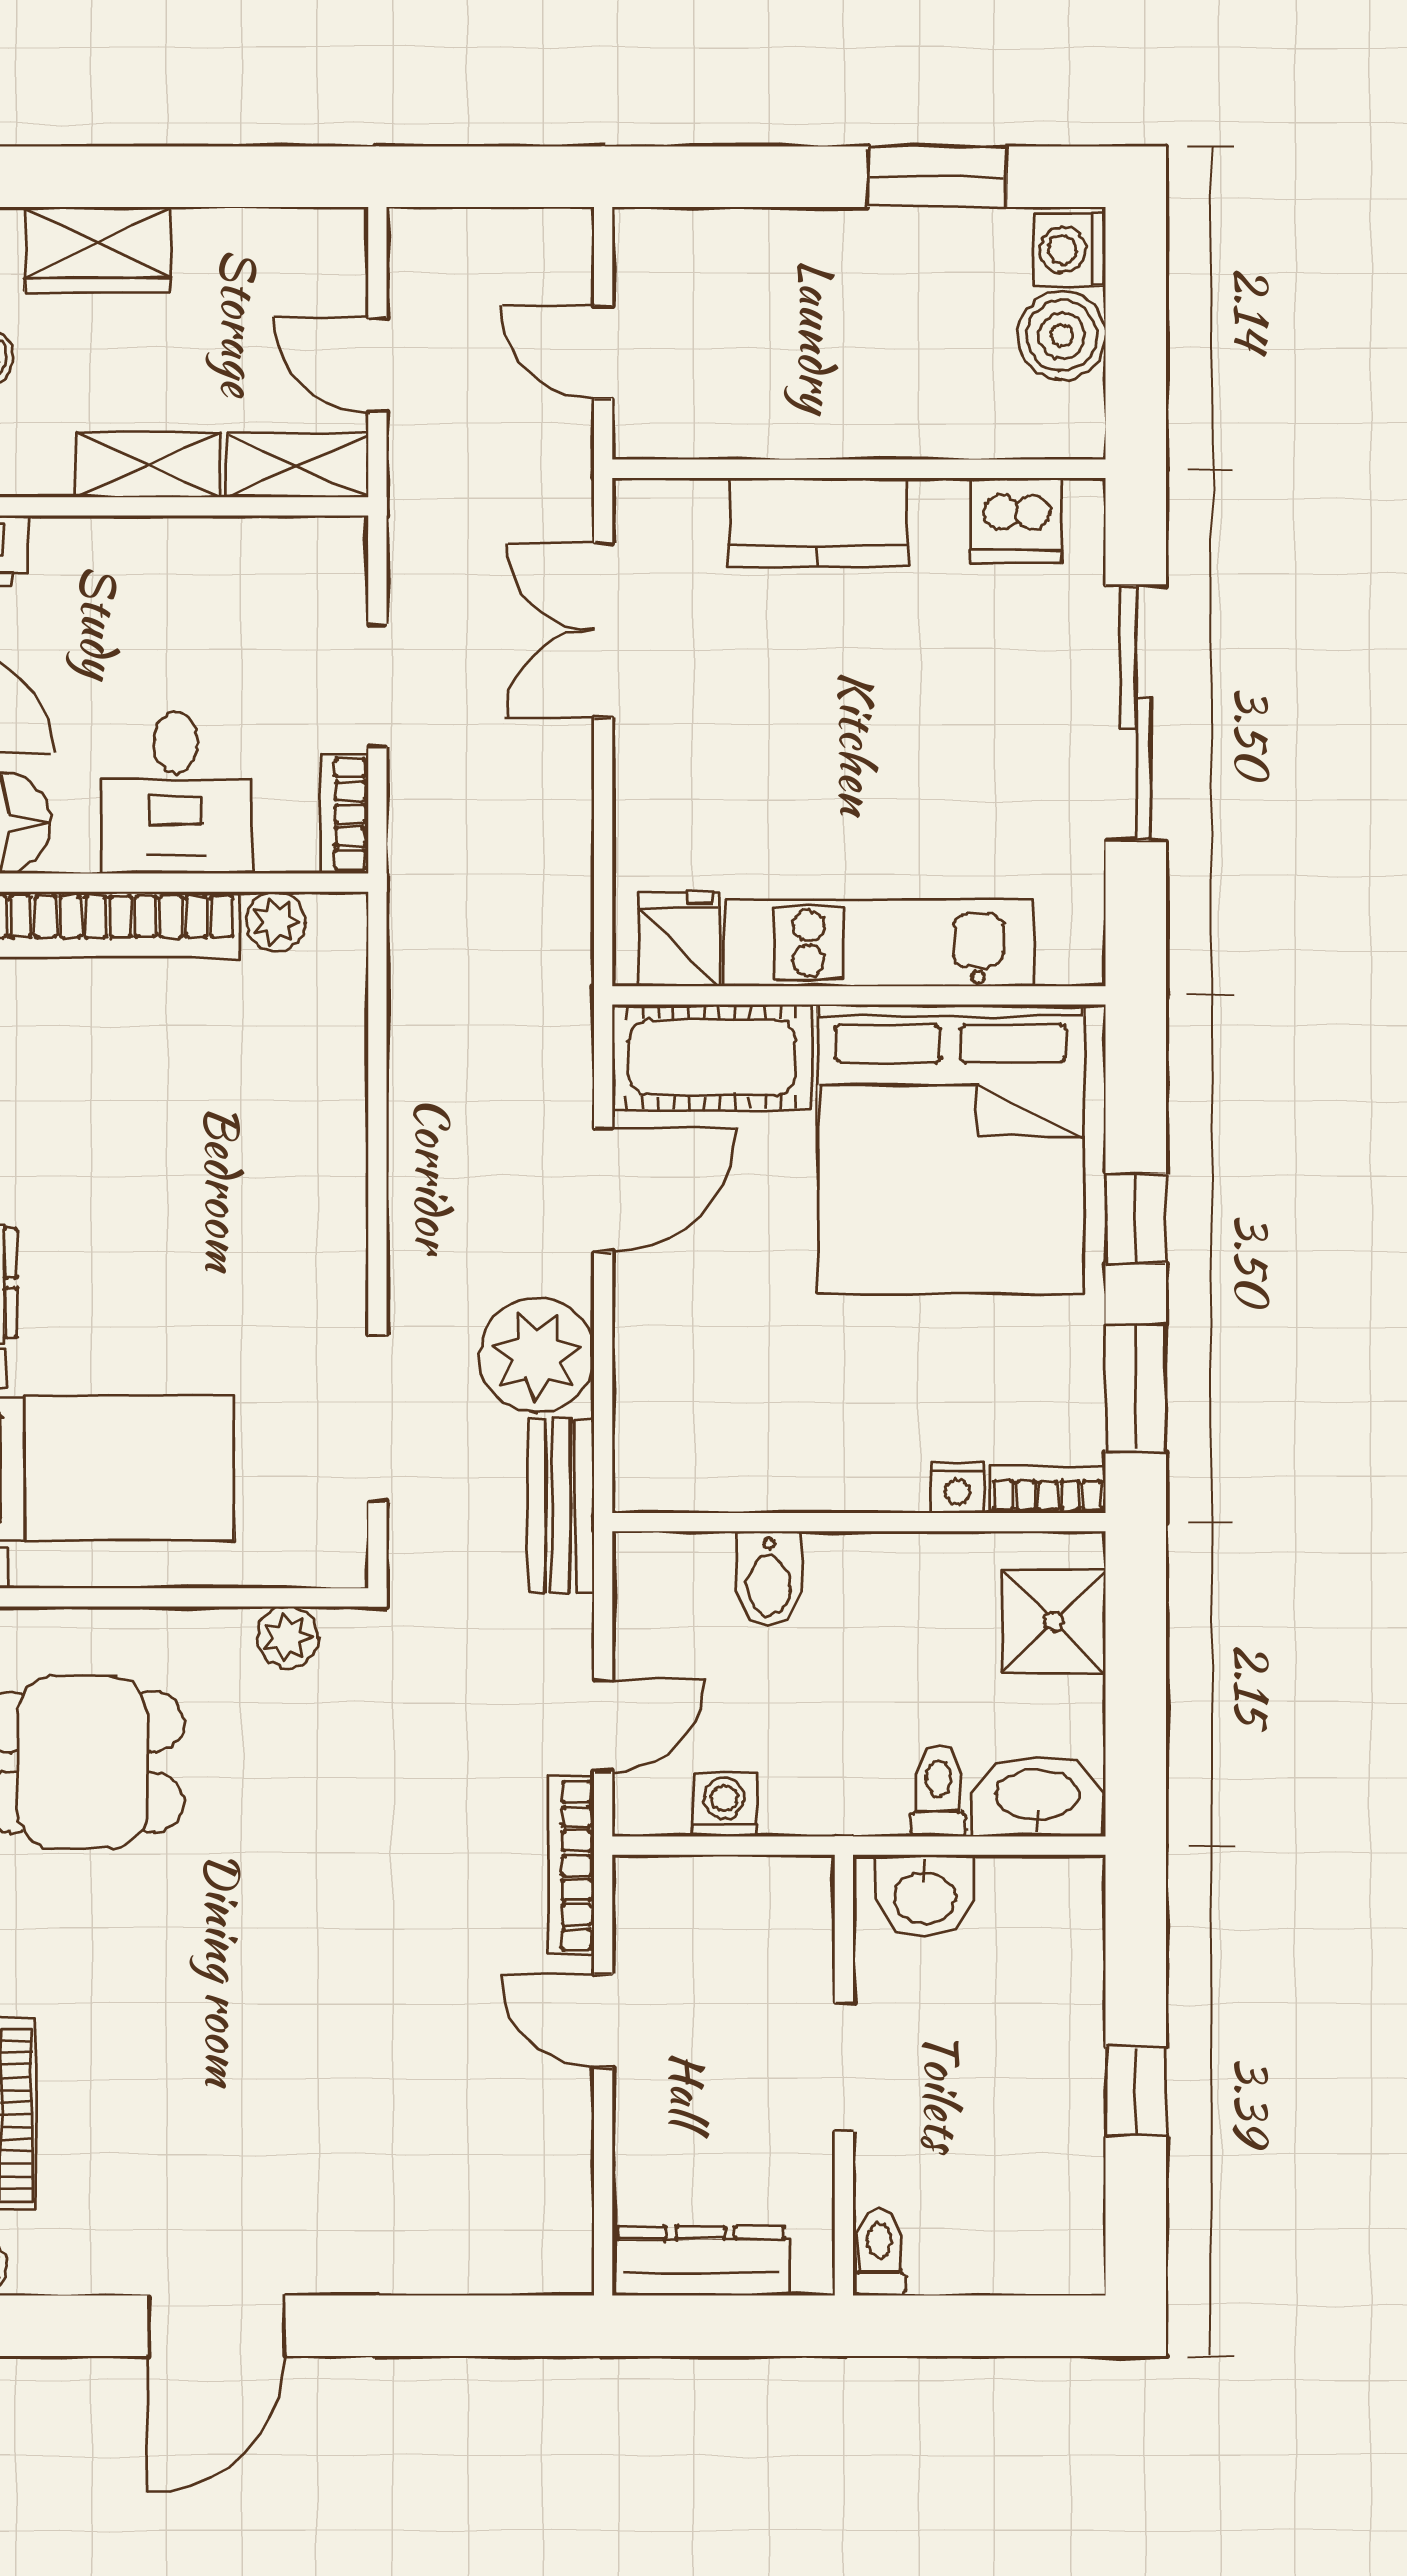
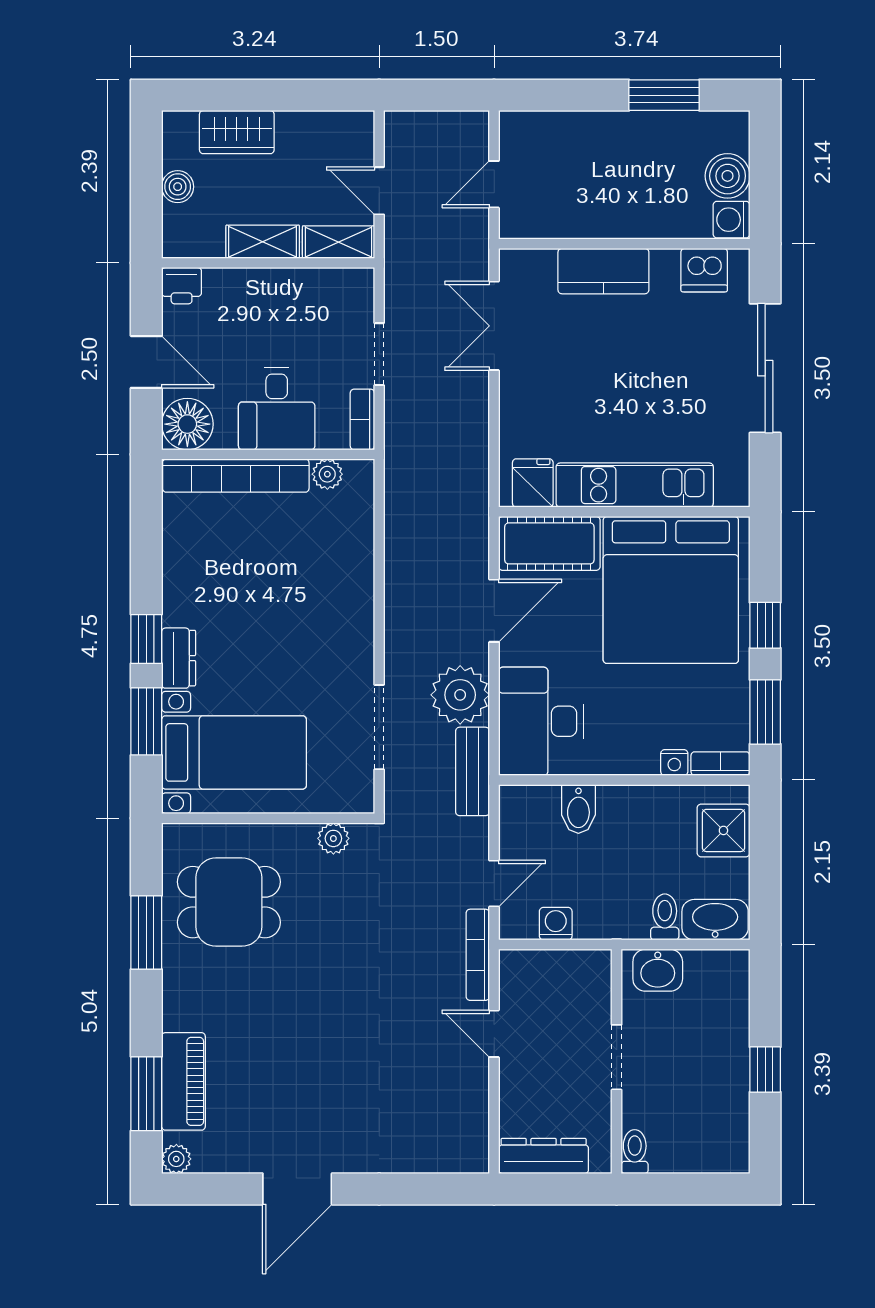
washing machine: (1070, 250) -> (732, 220), moved
door: (603, 352) -> (494, 184), hinge flipped
desk: (696, 1407) -> (541, 721), added

